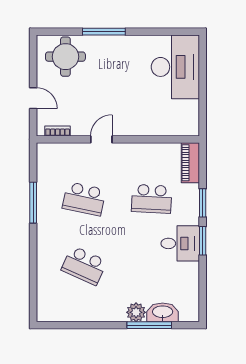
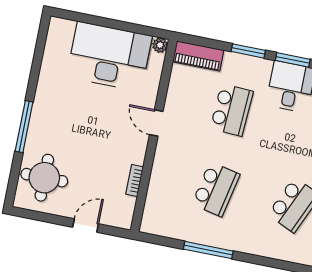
desk: (175, 67) -> (109, 56), moved
plant: (193, 130) -> (160, 45), added
bookcase: (58, 131) -> (135, 181), moved
door: (101, 139) -> (156, 123), moved

